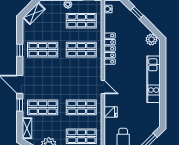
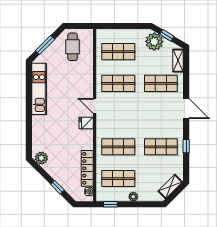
locker: (110, 49) -> (87, 168), moved
kitchen unit: (154, 79) -> (39, 89), moved
window: (20, 105) -> (186, 86), removed
fridge: (111, 112) -> (86, 123), moved

